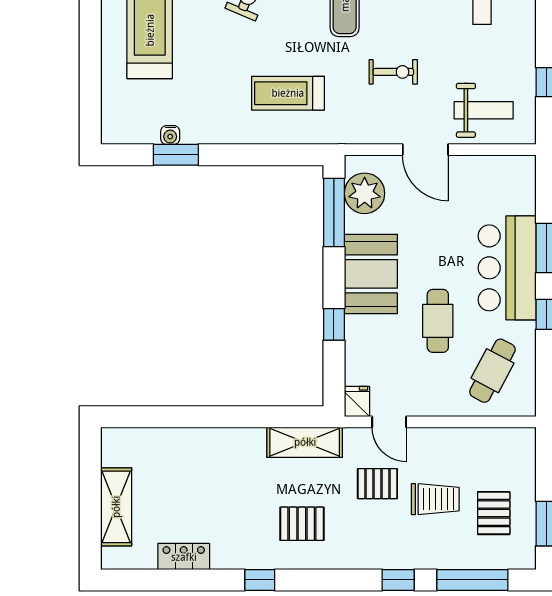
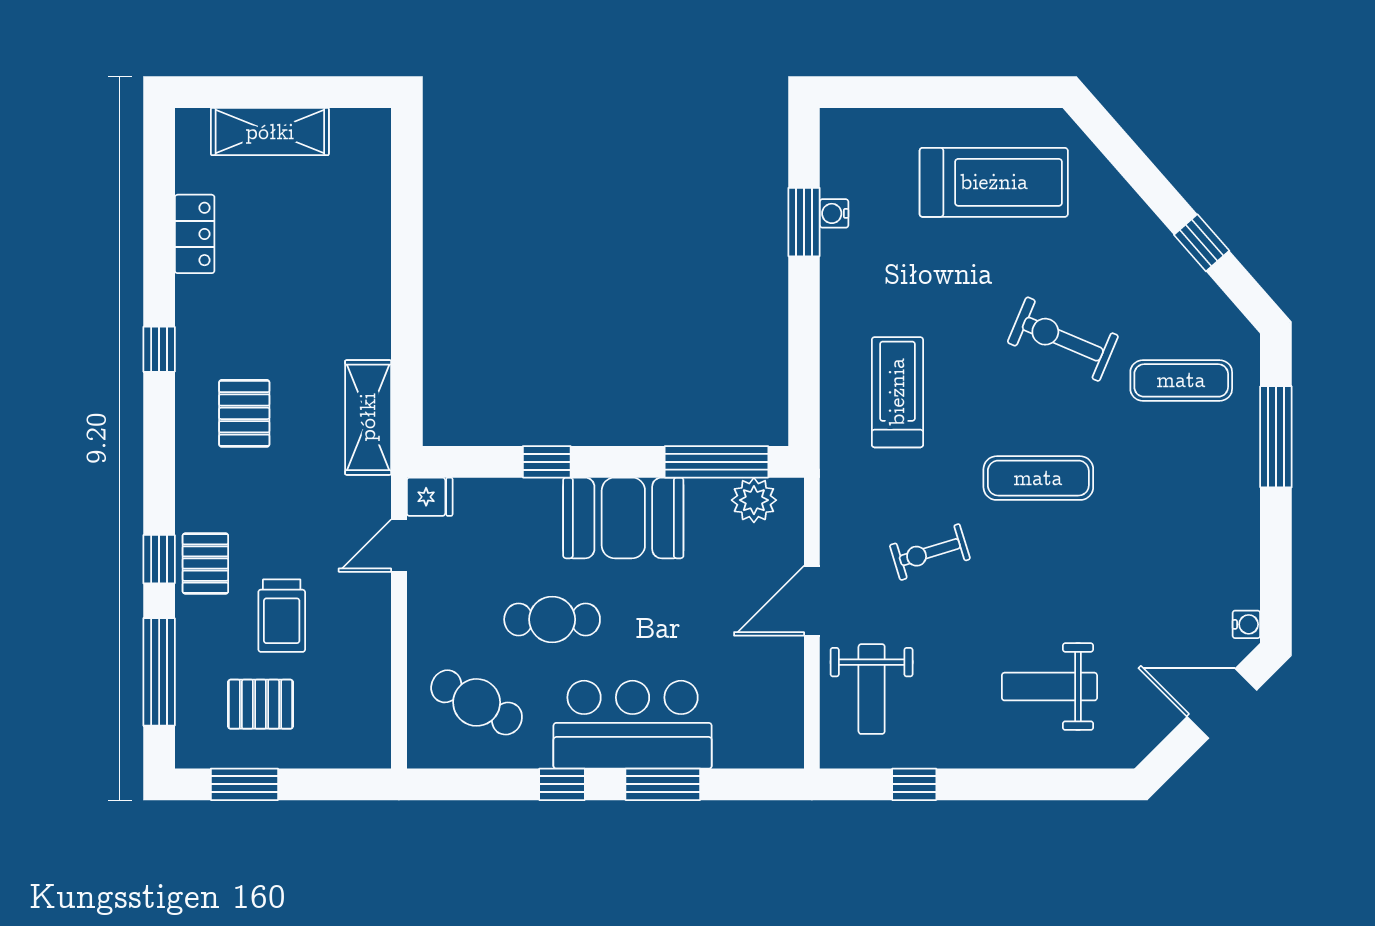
exercise bike: (393, 72) -> (930, 552), turned 73
plant: (365, 193) -> (754, 500), width x0.73, depth x0.73
pallet: (377, 484) -> (205, 564), moved

